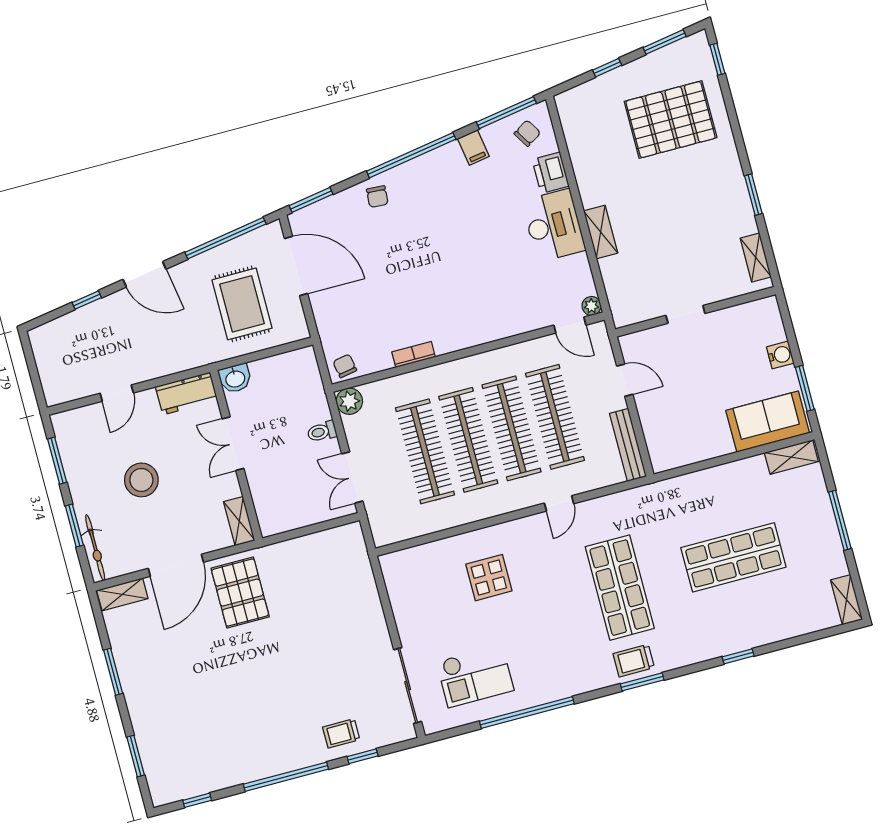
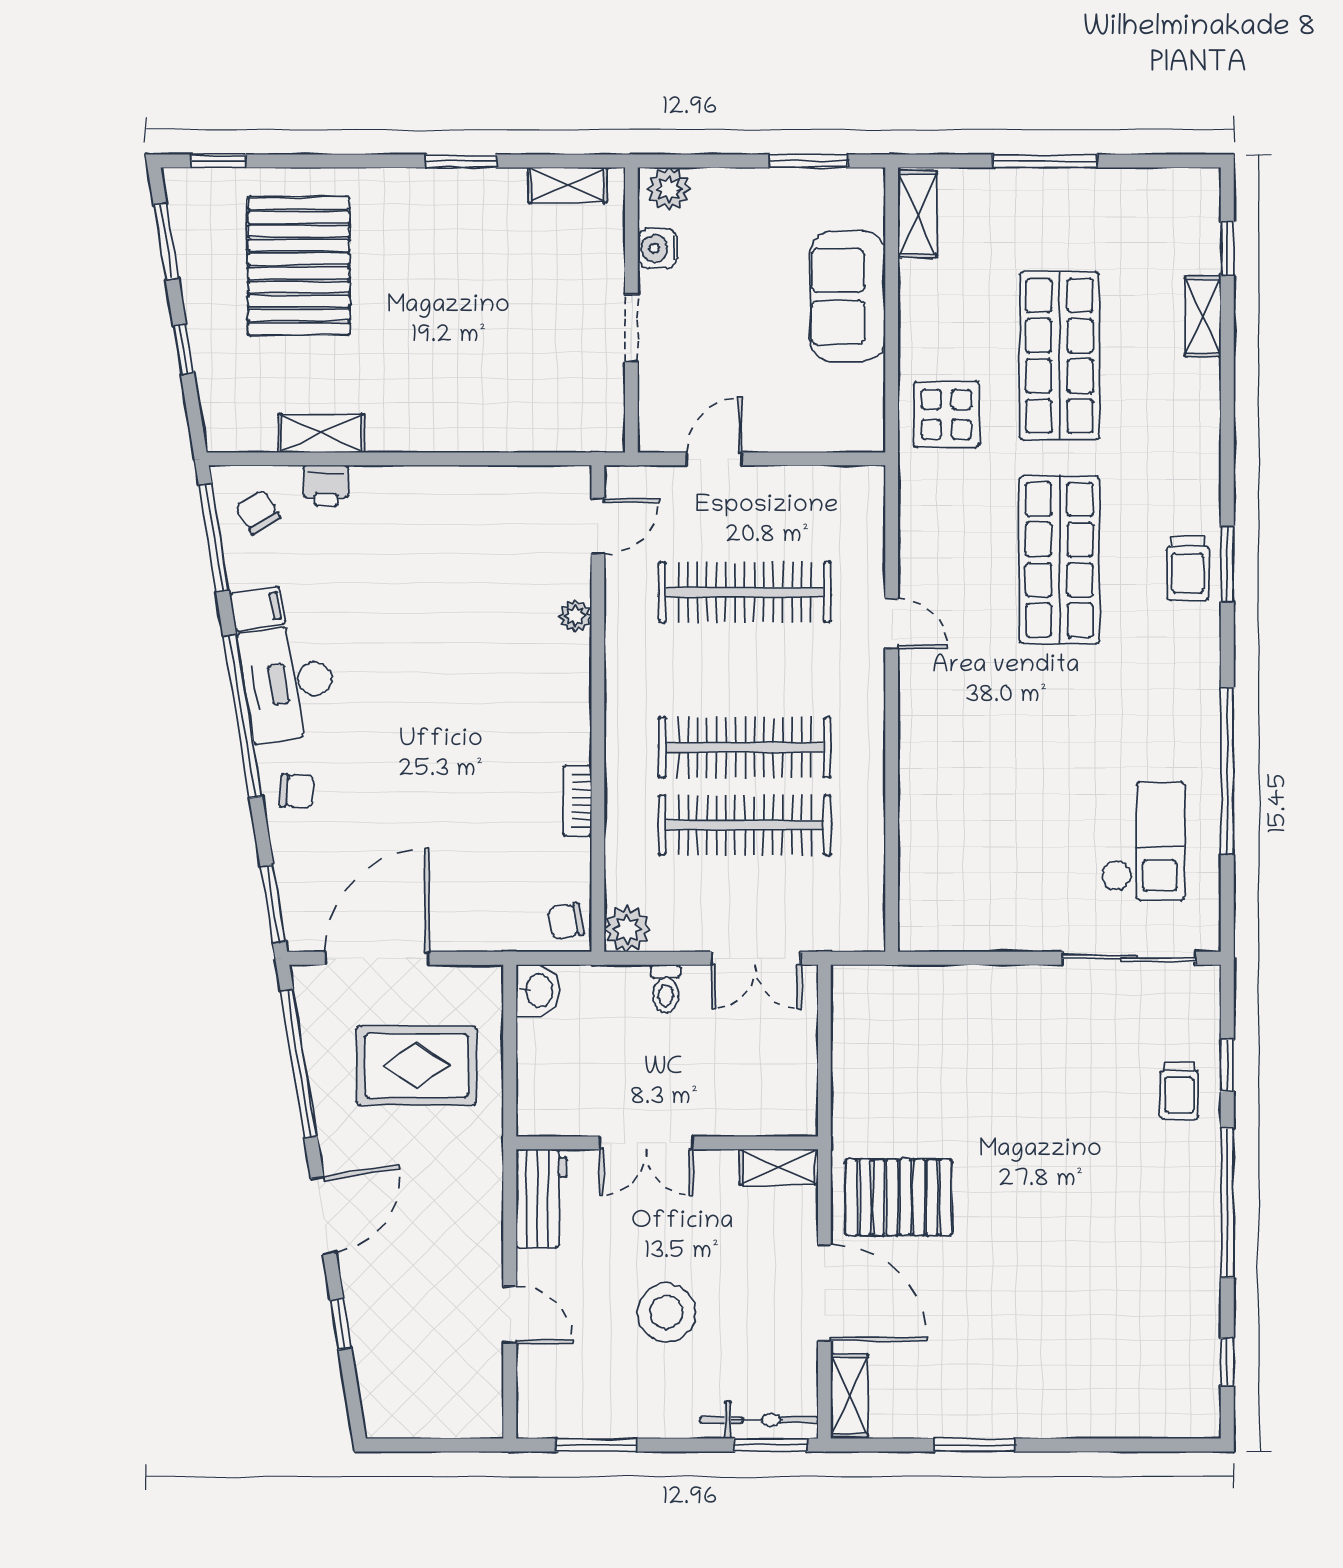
printer: (551, 173) -> (326, 486), width x0.73, depth x0.81
desk: (554, 225) -> (288, 683), moved, turned -99
shelving: (601, 232) -> (321, 433), moved
plant: (591, 306) -> (575, 616), moved
plant: (769, 315) -> (669, 189), added
water cooler: (780, 355) -> (658, 248), moved, turned -90
washbasin: (235, 378) -> (538, 990), moved
sofa: (768, 422) -> (848, 296), moved
clothes rail: (512, 428) -> (745, 670), removed
bench: (628, 445) -> (824, 482), removed
window: (74, 526) -> (771, 1445), moved
display table: (489, 578) -> (946, 414), moved
shop shelf: (620, 588) -> (1059, 560), turned 90
shelving: (846, 600) -> (1203, 316), moved, turned 90
window: (738, 656) -> (1227, 248), moved
window: (136, 756) -> (1126, 1445), removed

